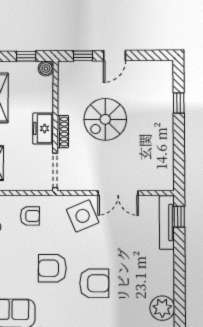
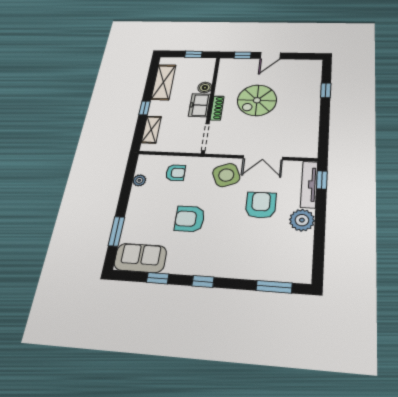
boiler: (46, 68) -> (205, 88), moved
armchair: (94, 283) -> (261, 205), moved, turned -90
plant: (162, 308) -> (302, 220), moved

